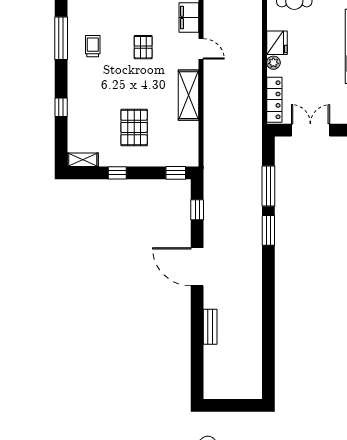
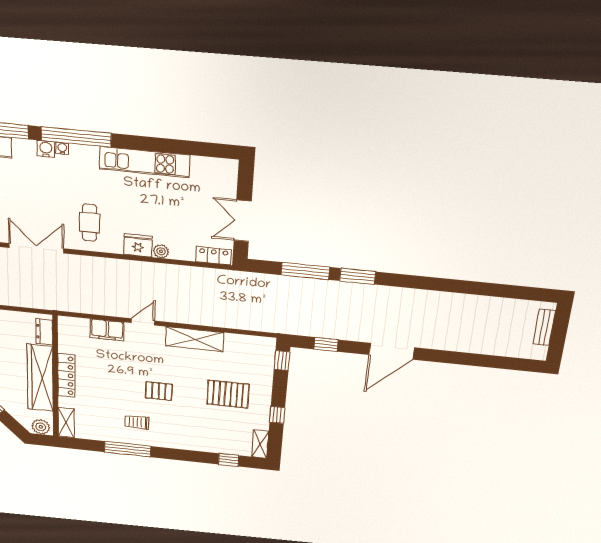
pallet: (143, 47) -> (159, 391), moved
locker: (274, 100) -> (214, 256), width x0.66
window: (61, 107) -> (229, 460), moved
bench: (210, 327) -> (544, 327), moved, turned 90

